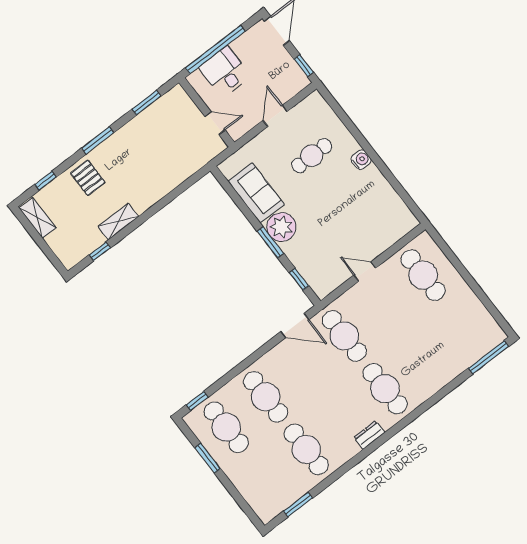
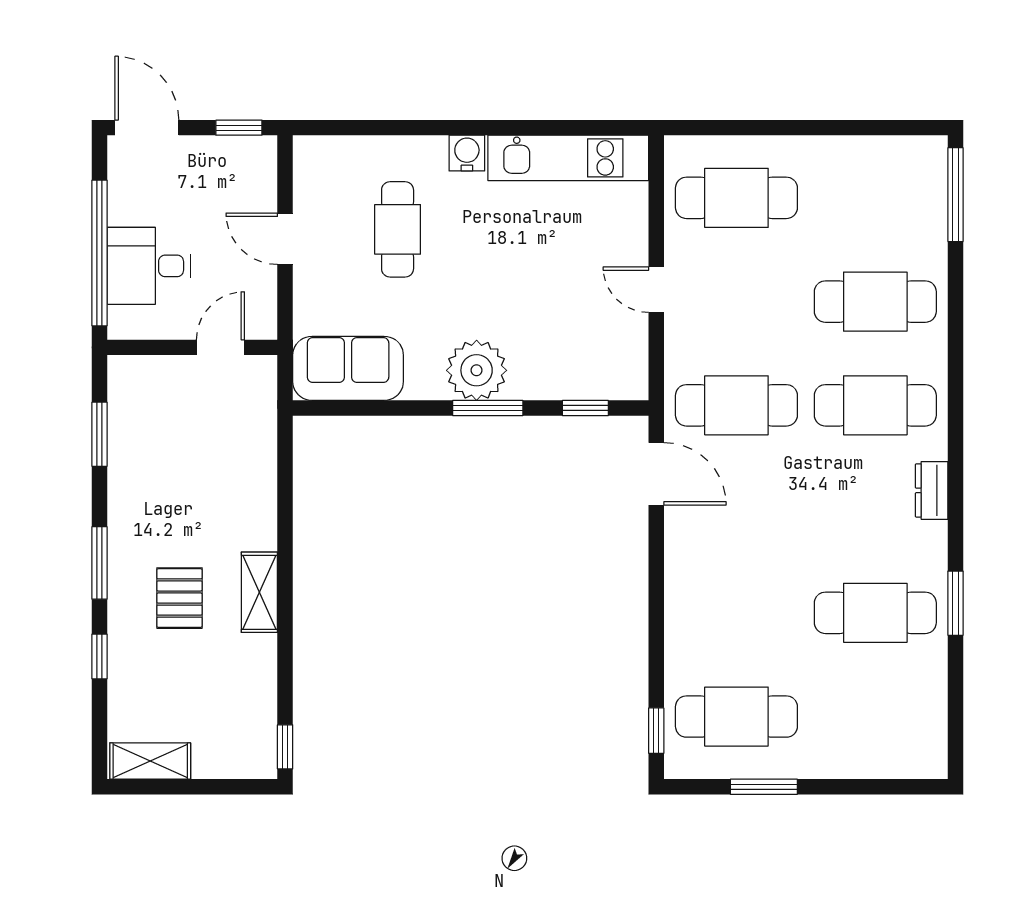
pallet: (88, 178) -> (179, 598), moved, turned 90
window: (46, 181) -> (99, 656), moved
sofa: (256, 193) -> (348, 368), moved
kitchen unit: (389, 200) -> (568, 158), added
shelving: (118, 221) -> (259, 592), moved
window: (100, 251) -> (285, 747), moved
door: (365, 272) -> (656, 290), hinge flipped
door: (295, 326) -> (656, 474), hinge flipped
cafe table: (266, 397) -> (875, 302), moved
window: (298, 505) -> (955, 603), moved

